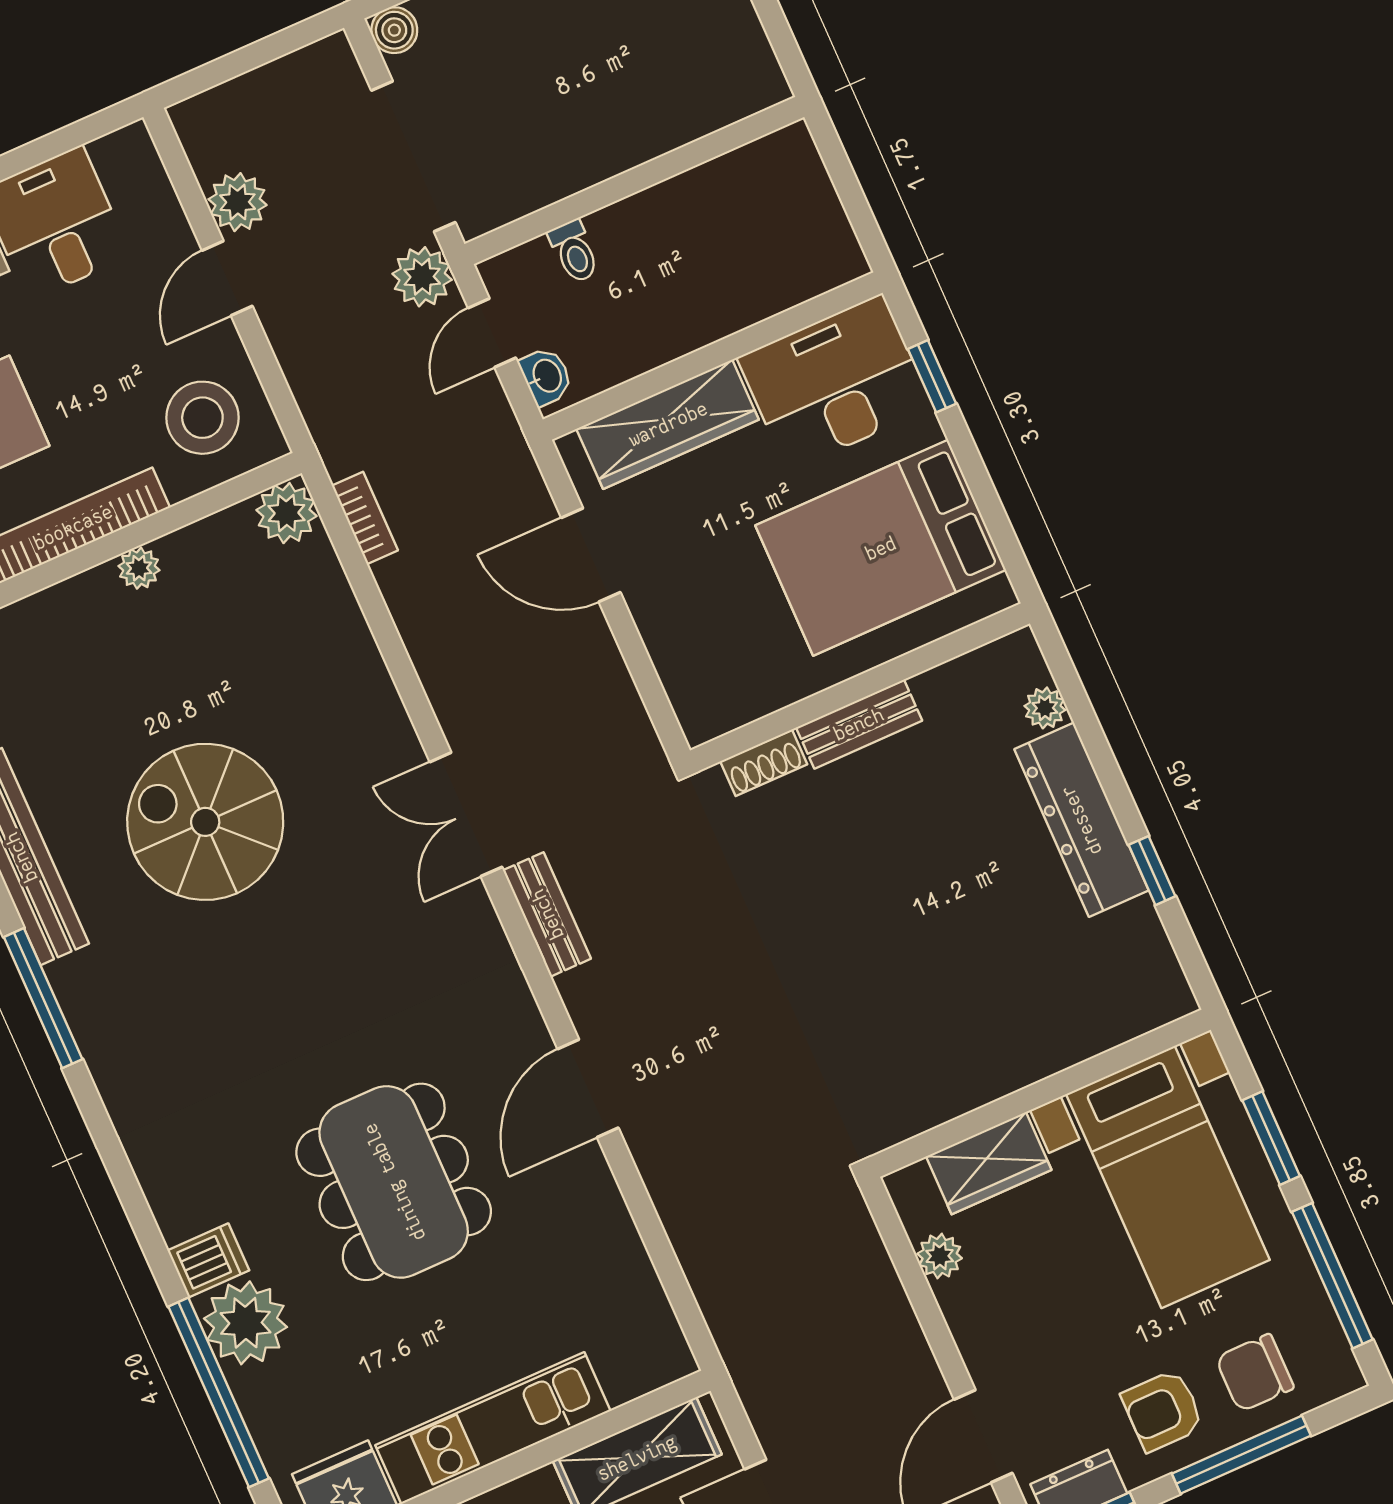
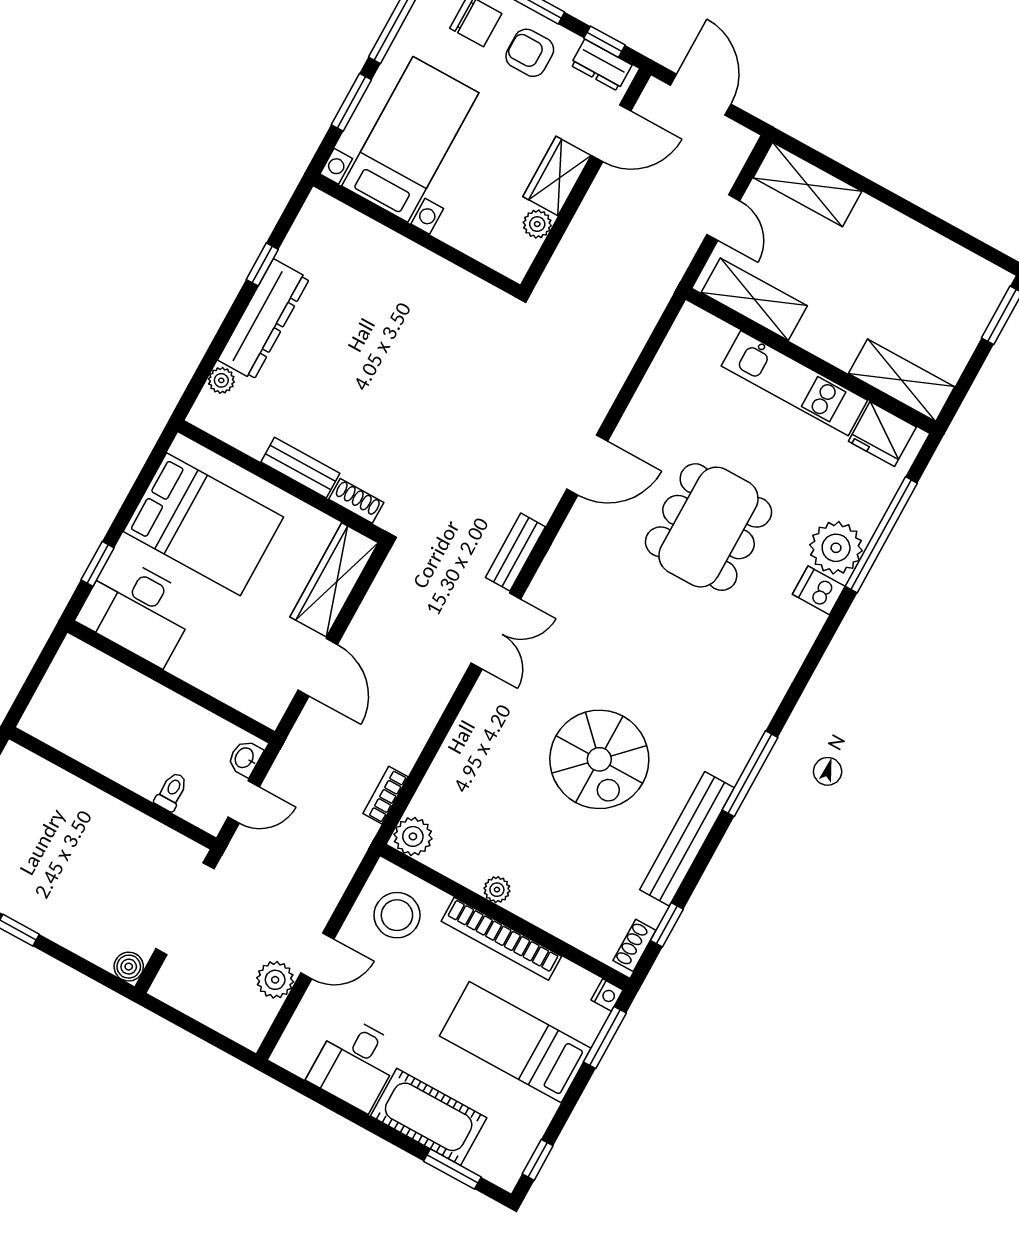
plant: (422, 277) -> (242, 858), removed
wardrobe: (668, 424) -> (334, 580), moved, turned -90
wardrobe: (989, 1163) -> (557, 176), moved, turned -90
armchair: (1163, 1410) -> (530, 53), turned 180

